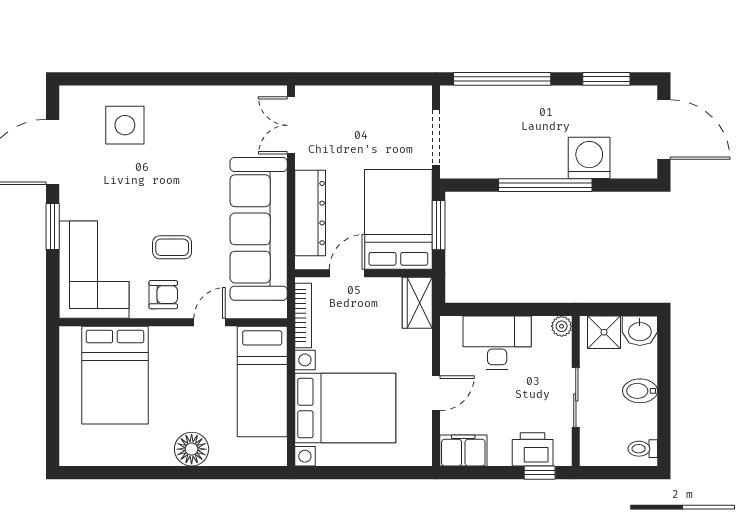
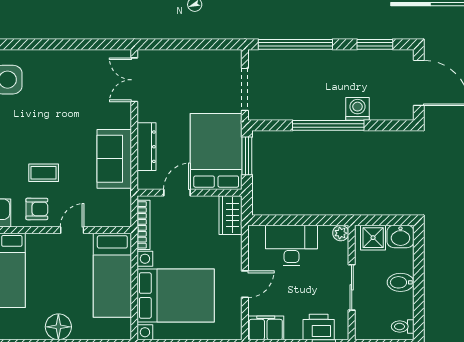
washing machine: (589, 158) -> (358, 109), width x0.73, depth x0.73
dresser: (310, 213) -> (147, 147), width x0.73, depth x0.80
sofa: (259, 229) -> (114, 159), width x0.54, depth x0.79

